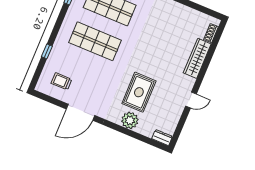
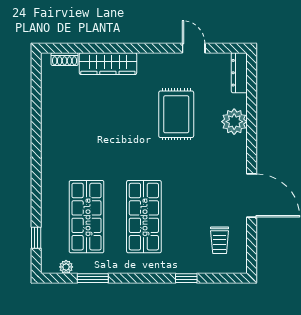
rug: (139, 92) -> (176, 114), moved, turned 90
door: (191, 100) -> (194, 48), moved
dresser: (162, 137) -> (239, 73), width x1.44

